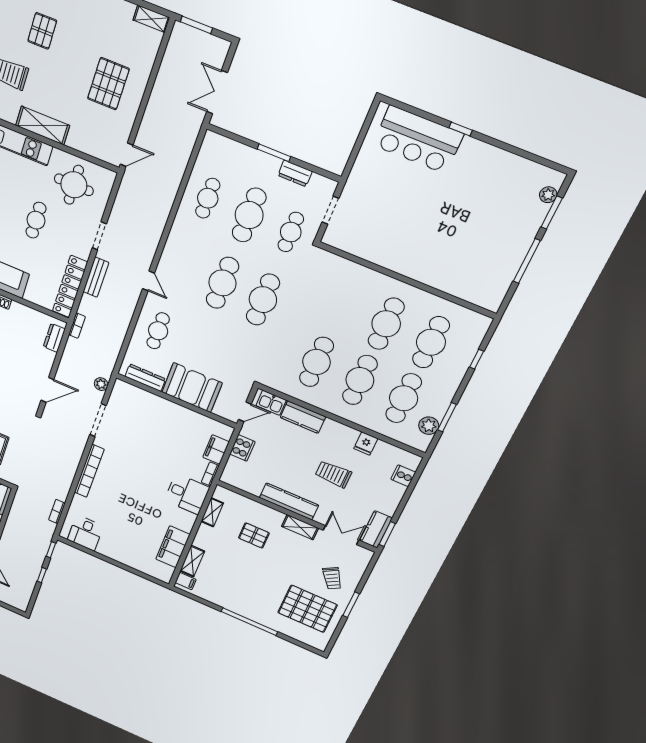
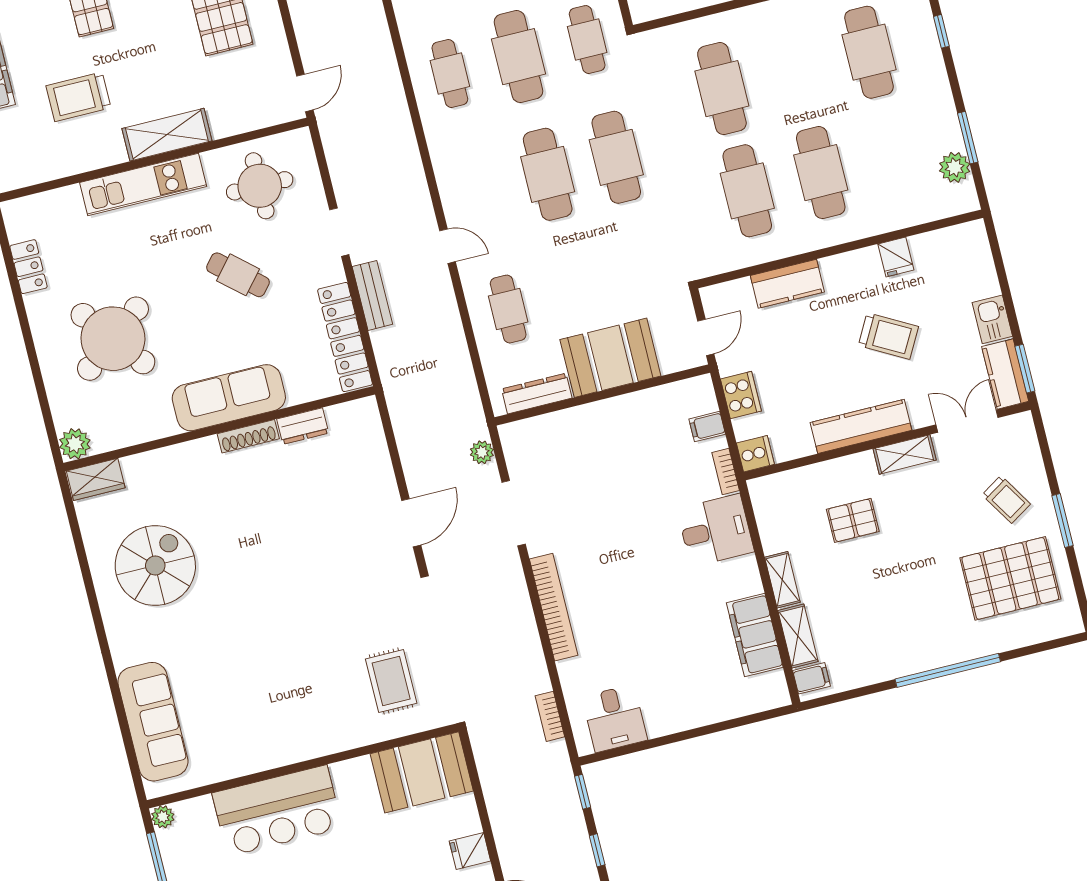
cafe table: (36, 220) -> (238, 275), turned -49
cafe table: (386, 324) -> (722, 89), moved
bookcase: (77, 326) -> (391, 388), removed
dresser: (54, 338) -> (303, 426), moved, turned -90
cafe table: (404, 398) -> (894, 154), removed
kitchen sink: (271, 403) -> (992, 319), moved, turned 90
filing cabinet: (216, 450) -> (707, 427), width x0.50
trolley: (333, 474) -> (888, 336), turned -151
cooker: (403, 476) -> (755, 454), moved, turned 180
shelving: (212, 512) -> (782, 580), moved

